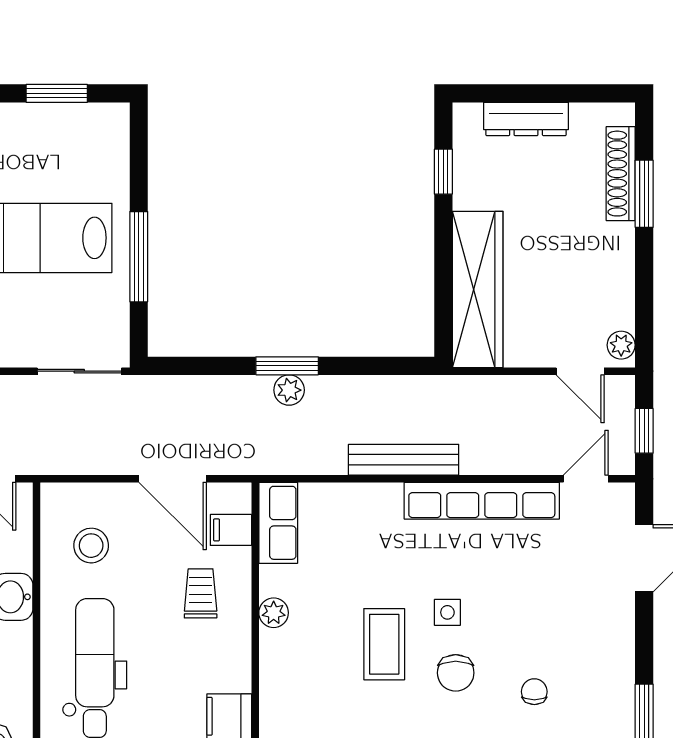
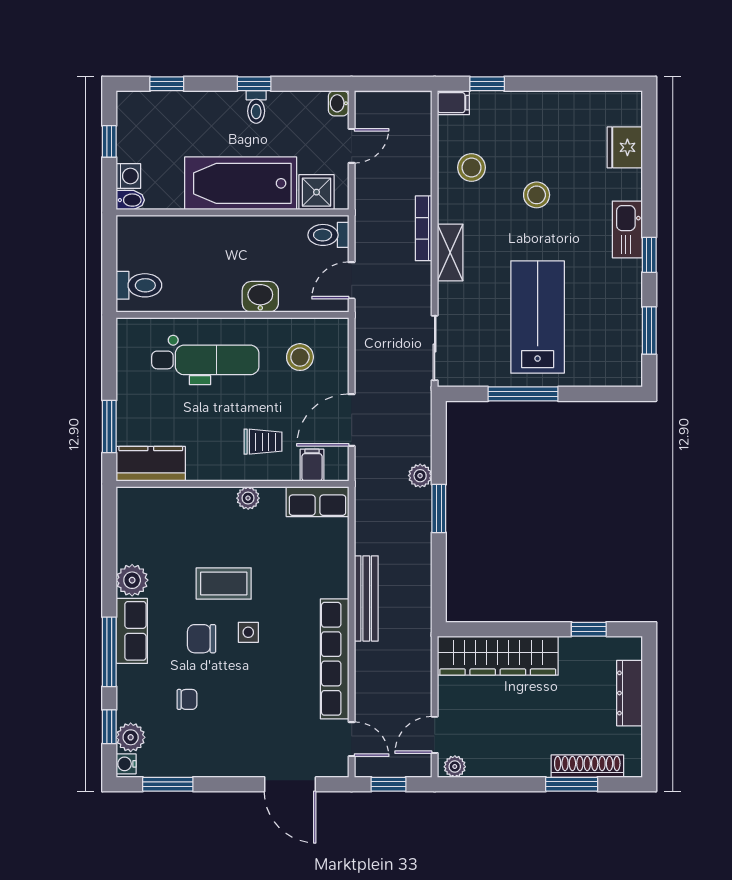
plant: (289, 390) -> (420, 476), moved

